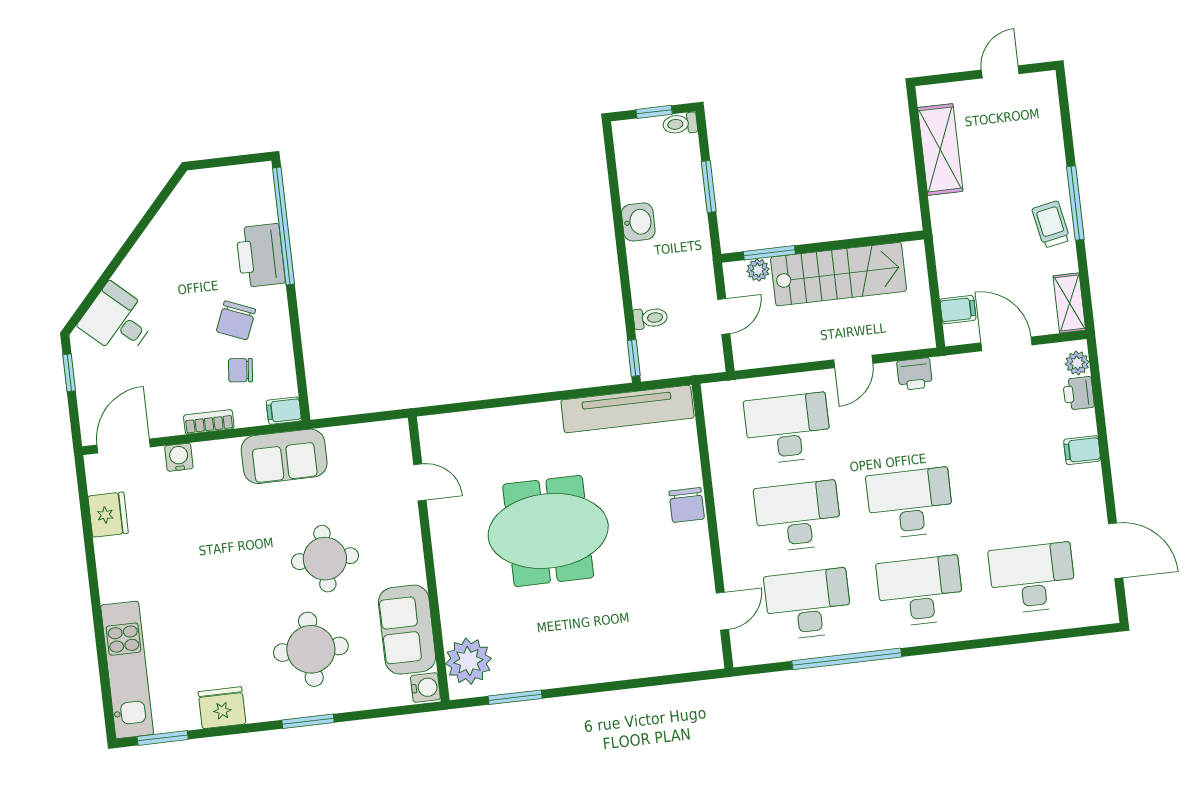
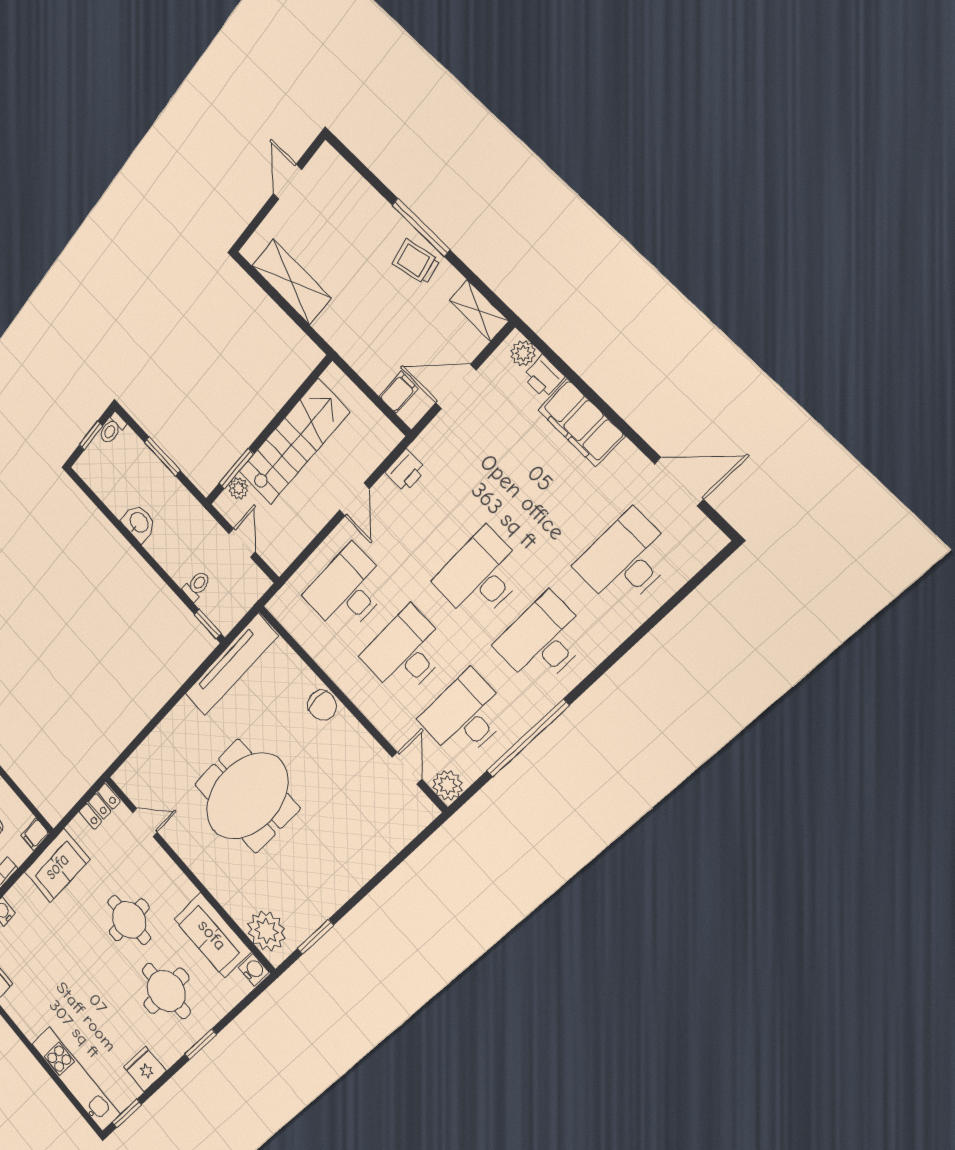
locker: (382, 435) -> (100, 806), added
filing cabinet: (1082, 450) -> (581, 423), width x3.00, depth x1.17
plant: (748, 650) -> (448, 785), added

